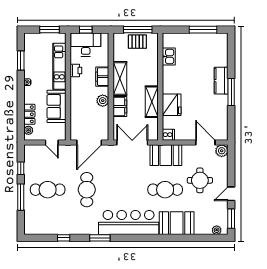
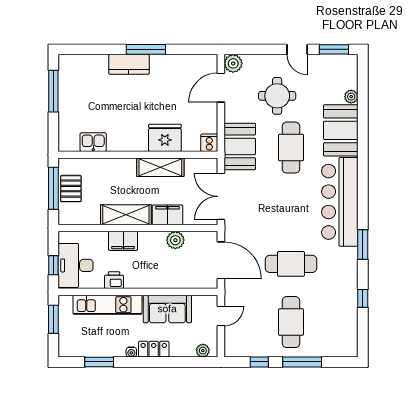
plant: (103, 101) -> (175, 240), moved
locker: (29, 114) -> (154, 349), moved
plant: (217, 230) -> (351, 97), moved

